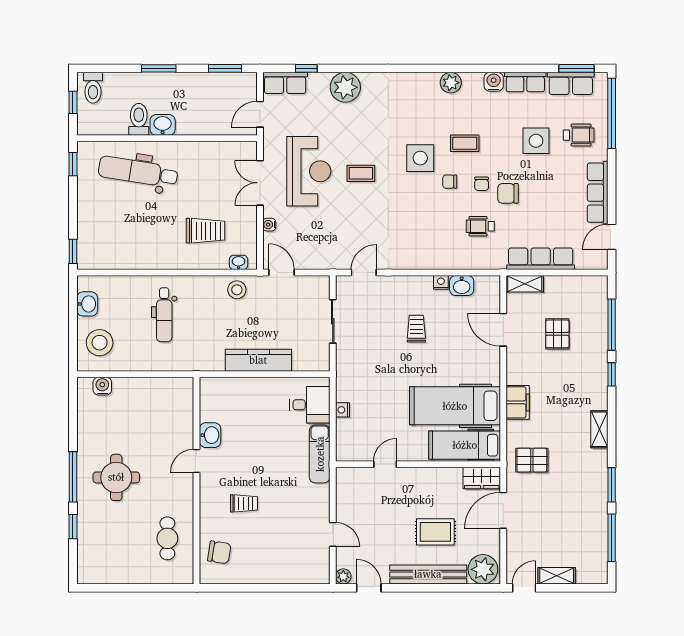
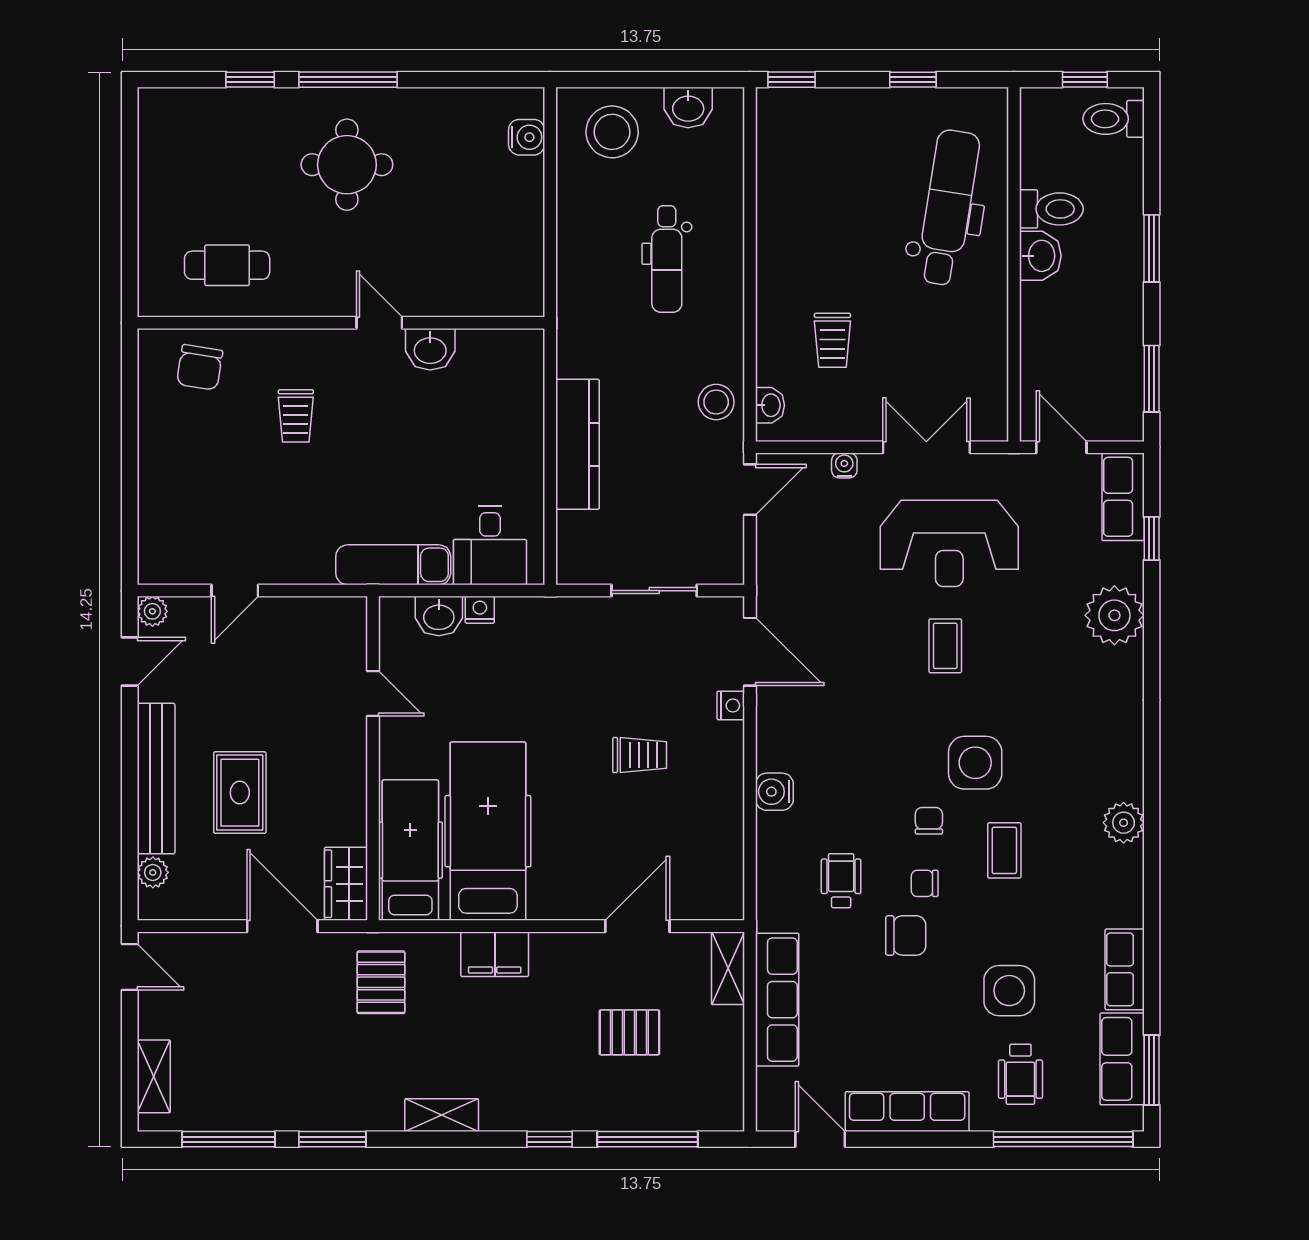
water cooler: (494, 82) -> (774, 792), moved, turned 180
window: (73, 164) -> (913, 80), moved
chair: (508, 193) -> (906, 935), turned 90
trolley: (206, 231) -> (832, 340), width x0.73, depth x0.72
door: (364, 273) -> (750, 652), width x1.38
nightstand: (441, 282) -> (731, 705), moved
washbasin: (462, 286) -> (439, 616), moved, turned -90
dental chair: (164, 315) -> (667, 259), turned -90
plant: (483, 569) -> (153, 872), width x0.53, depth x0.53
shelving: (557, 576) -> (154, 1076), moved

